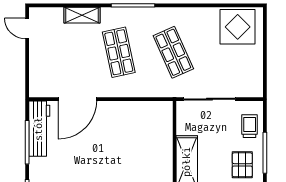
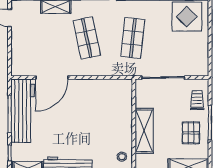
shop shelf: (173, 52) -> (133, 38), turned 30
workbench: (39, 129) -> (23, 111), width x1.36, depth x1.32

